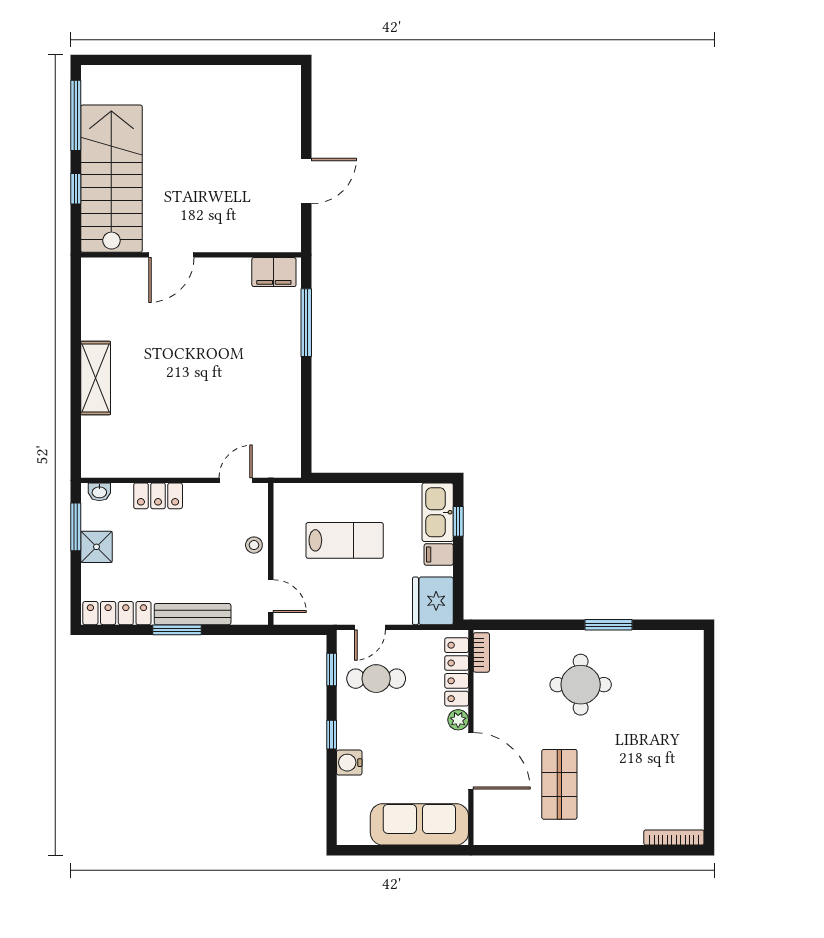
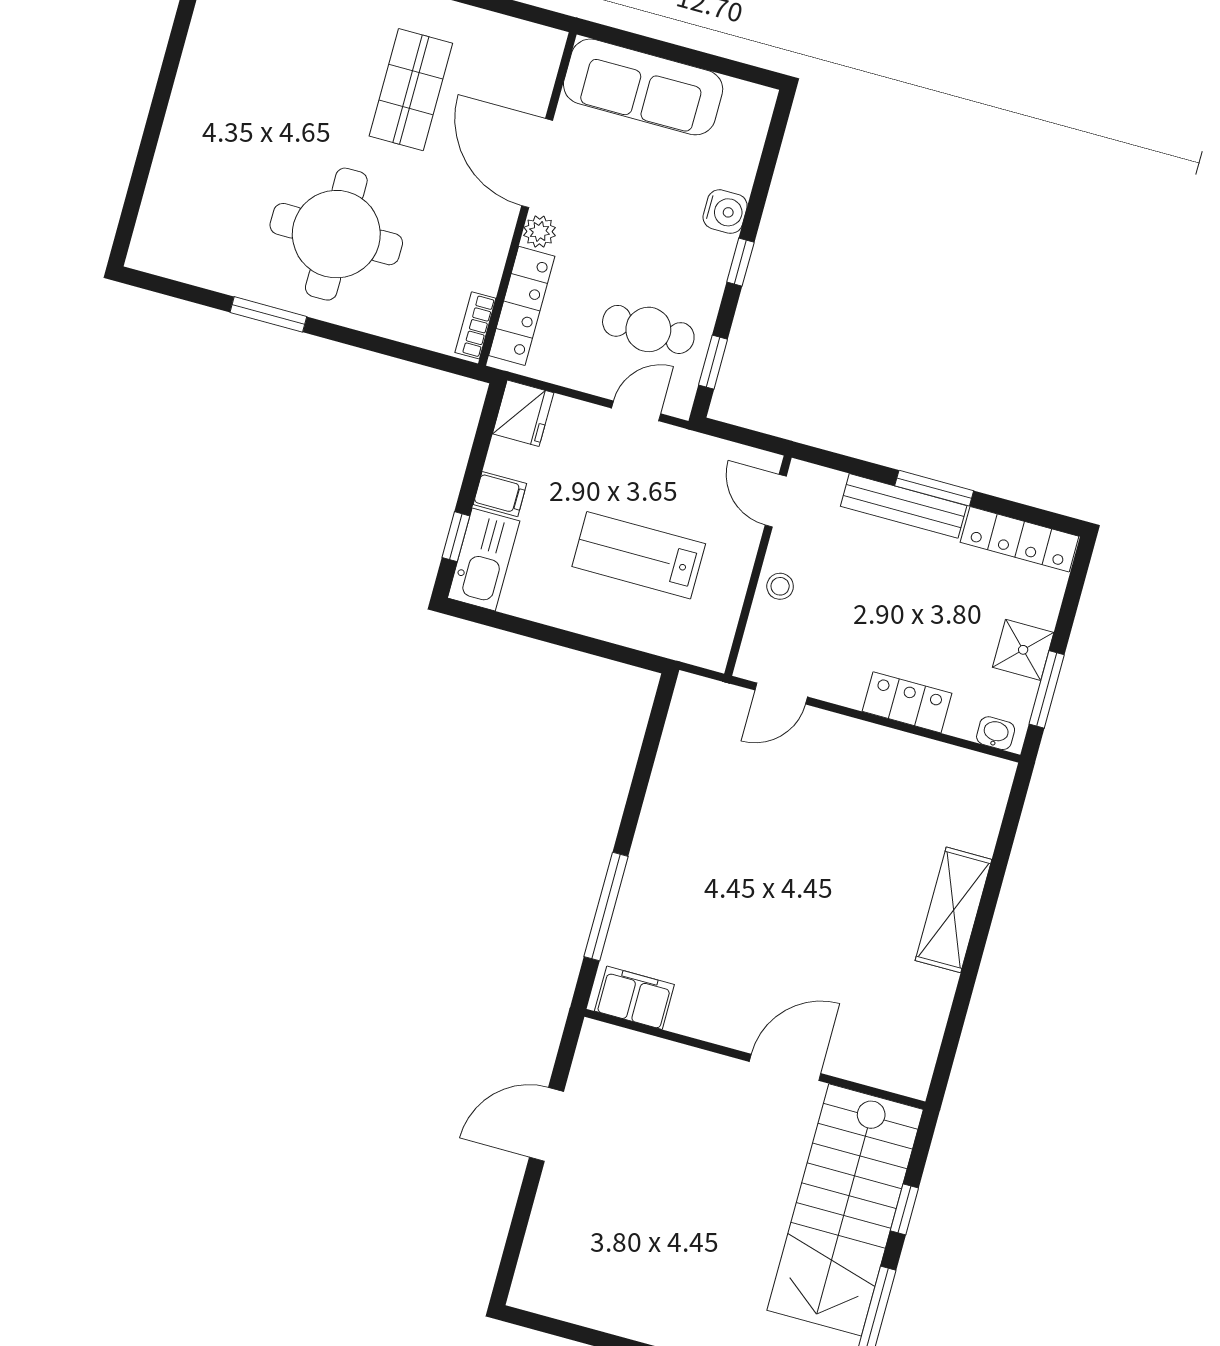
fridge: (433, 601) -> (523, 413), width x0.73, depth x0.75
round table: (581, 685) -> (336, 234), width x1.36, depth x1.36

